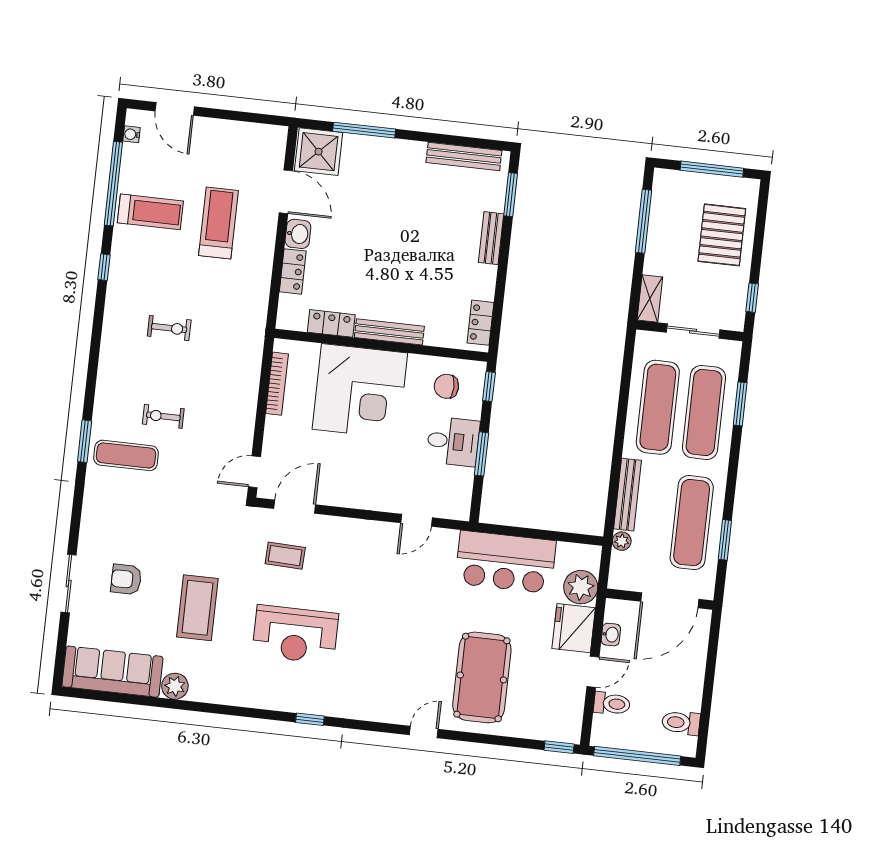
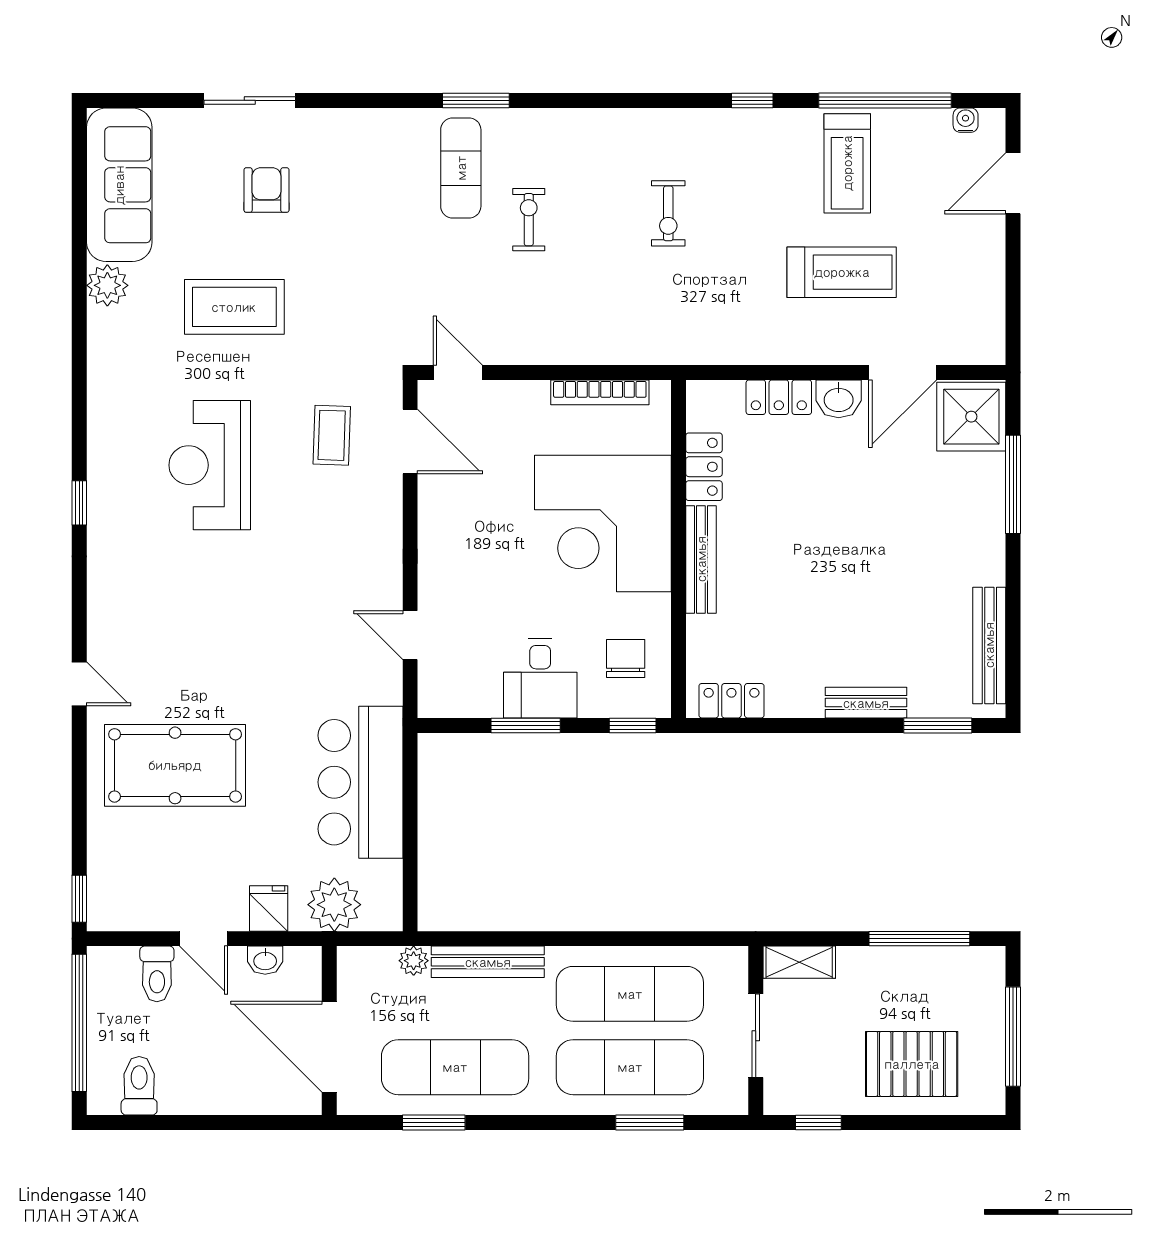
fridge: (574, 628) -> (269, 909), width x0.53, depth x0.75

